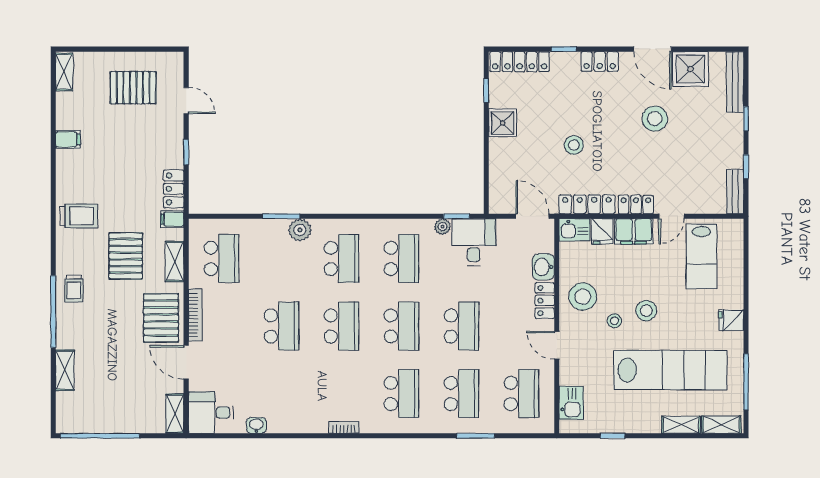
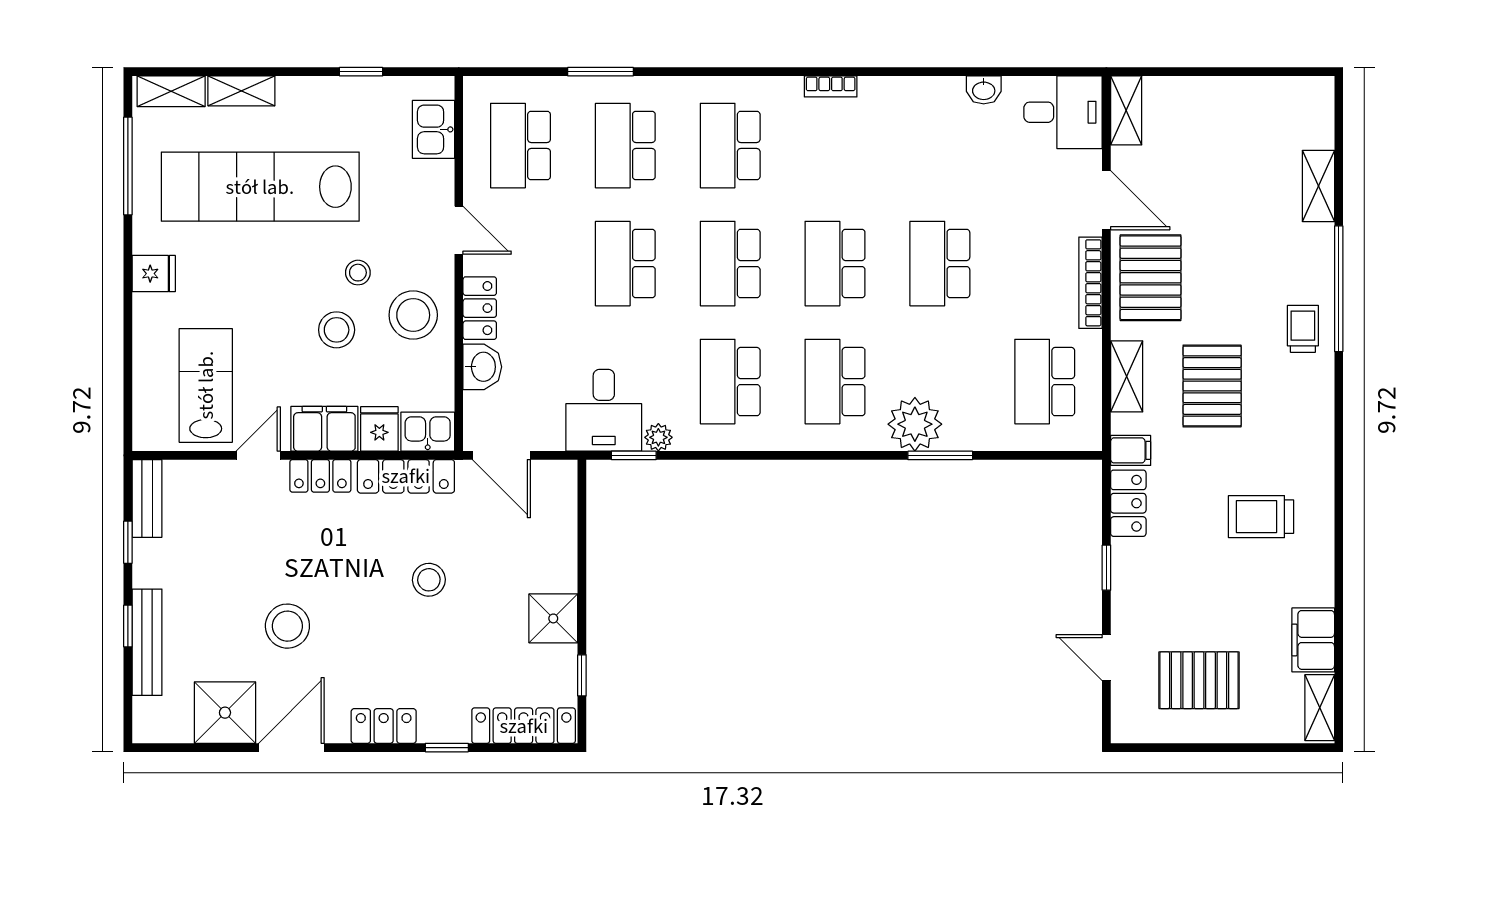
door: (652, 49) -> (291, 748), hinge flipped
bench: (735, 82) -> (147, 642), moved
filing cabinet: (68, 139) -> (1313, 640), moved, width x2.00
trolley: (79, 216) -> (1261, 517), moved
plant: (300, 230) -> (915, 424), width x1.36, depth x1.36
stool: (646, 311) -> (337, 330), moved
window: (100, 436) -> (1257, 72), removed

